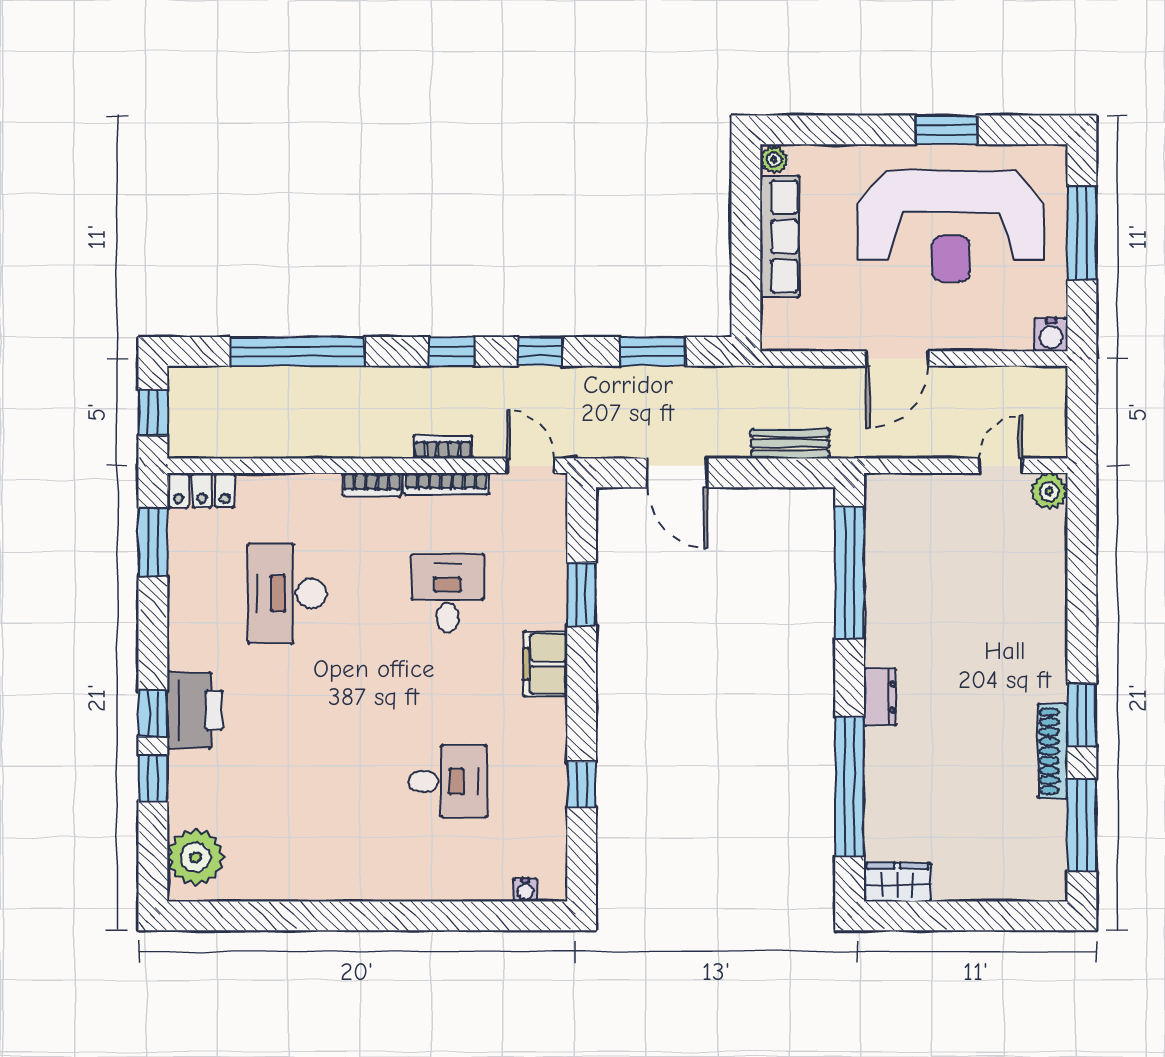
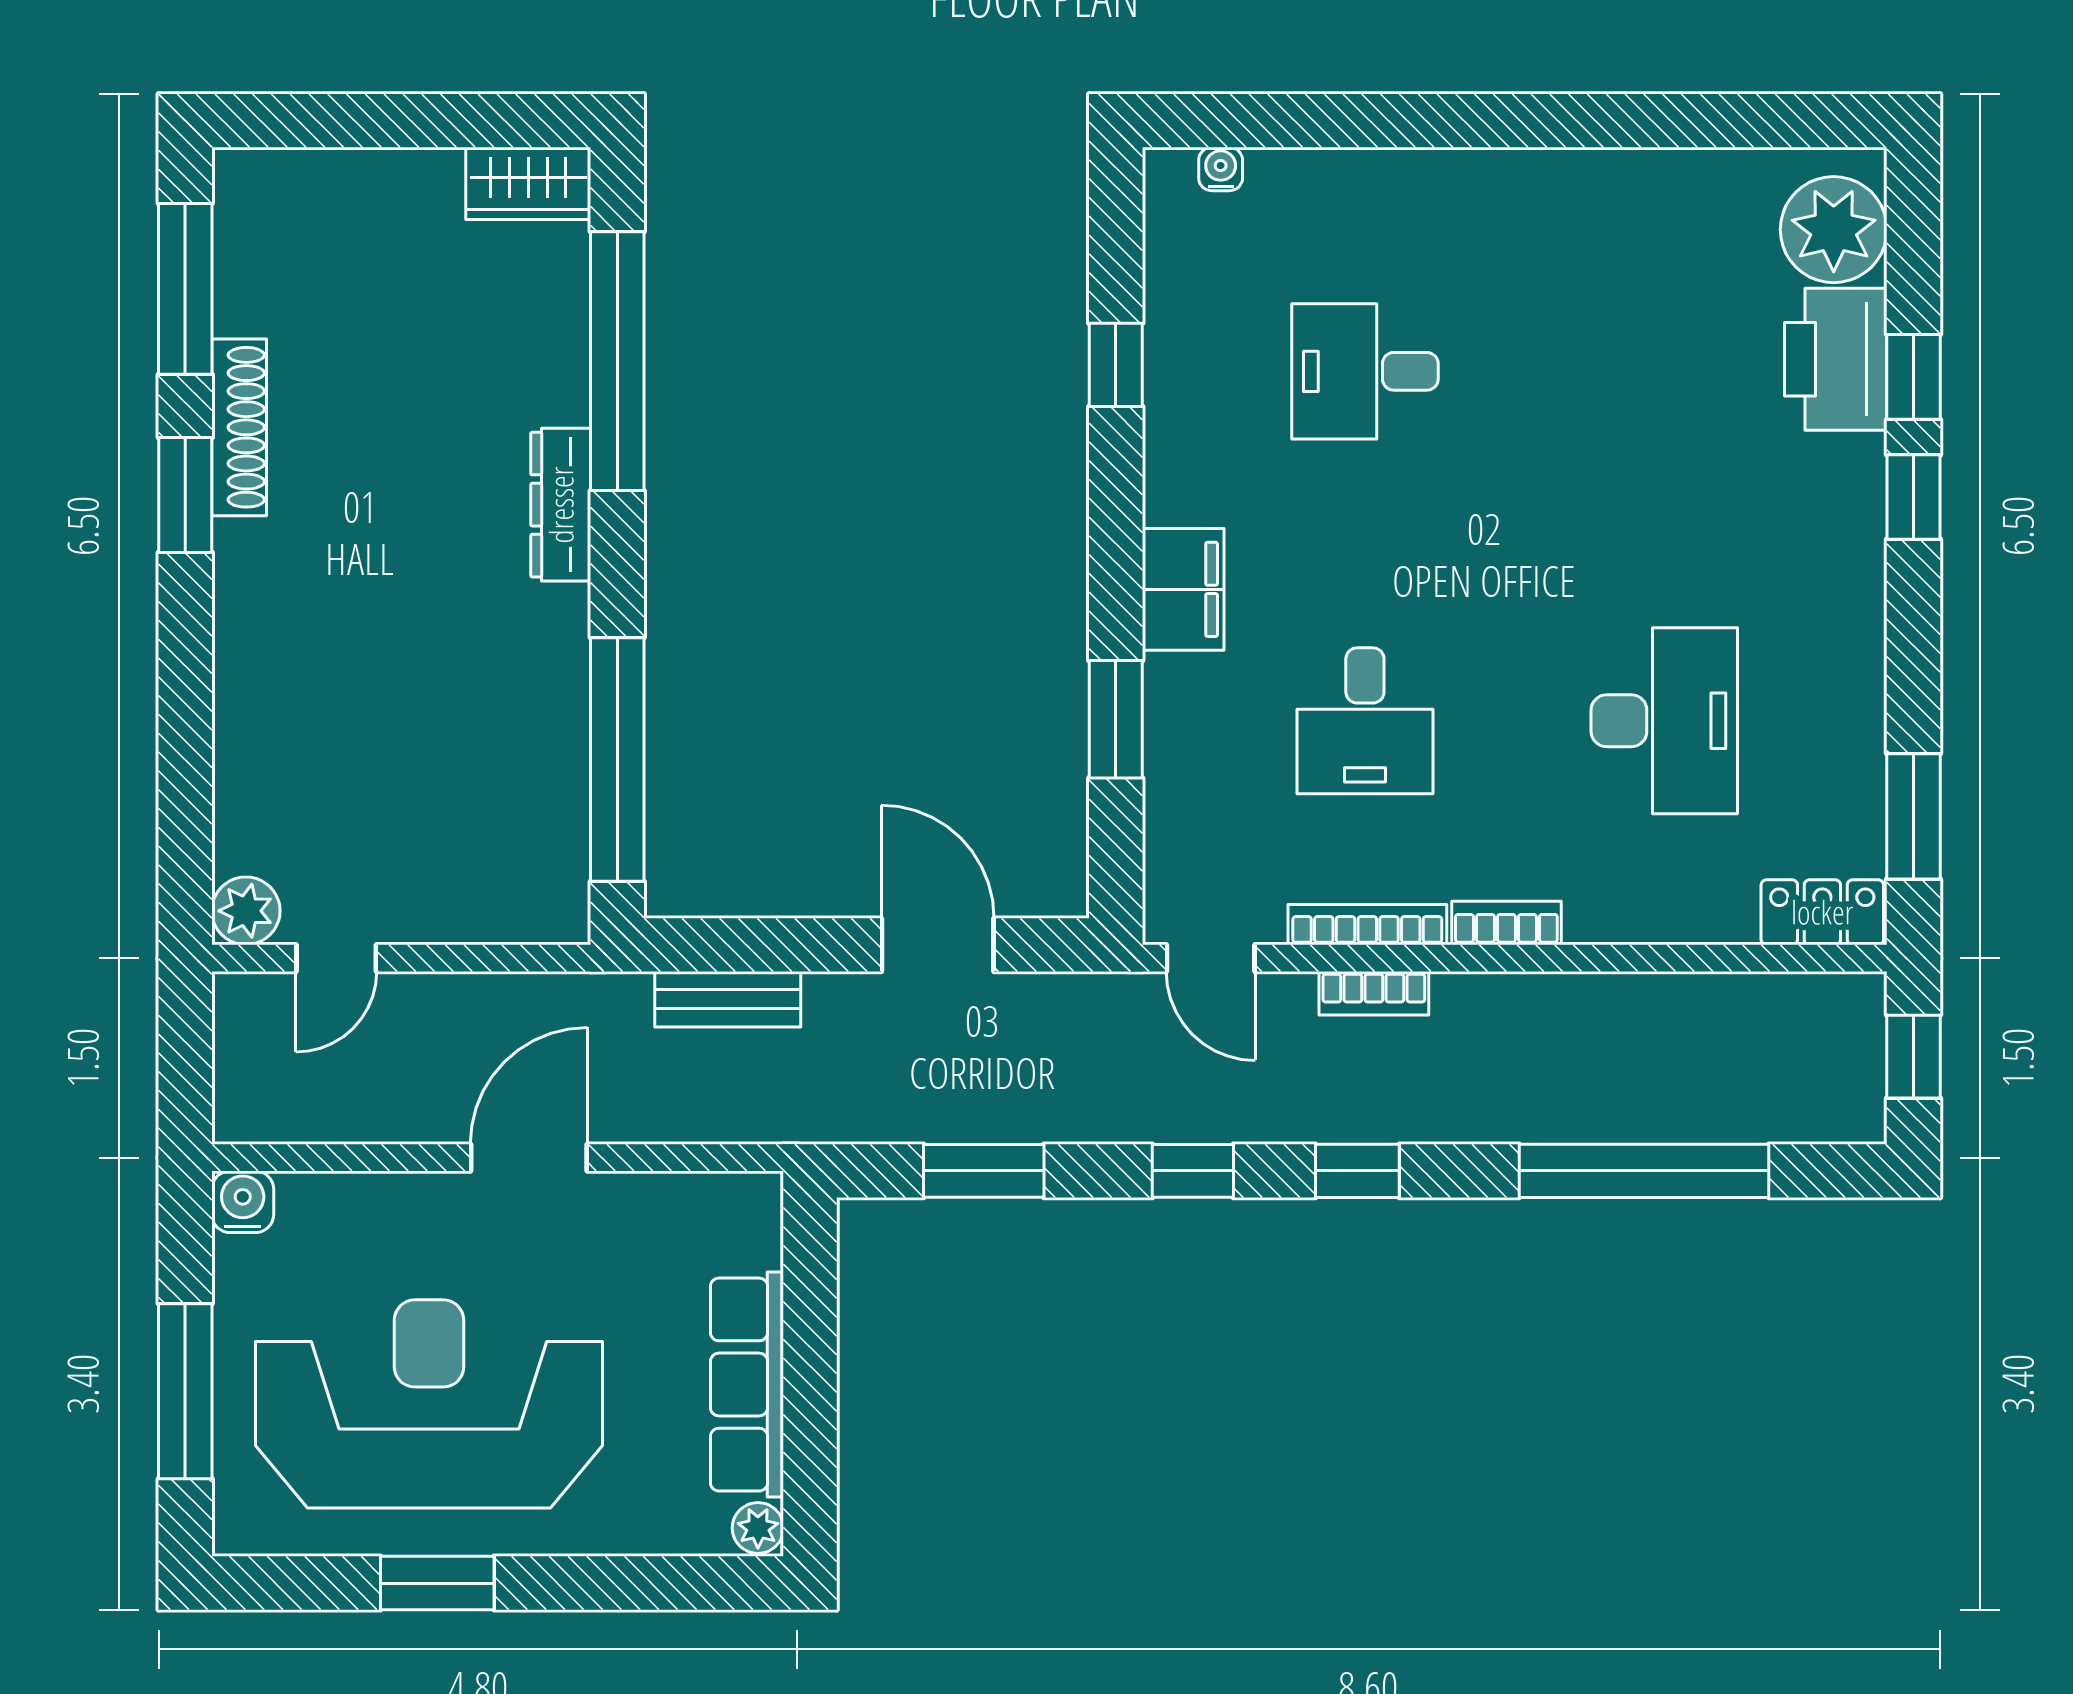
dresser: (880, 697) -> (561, 505), width x1.44
printer: (195, 710) -> (1836, 359), moved

